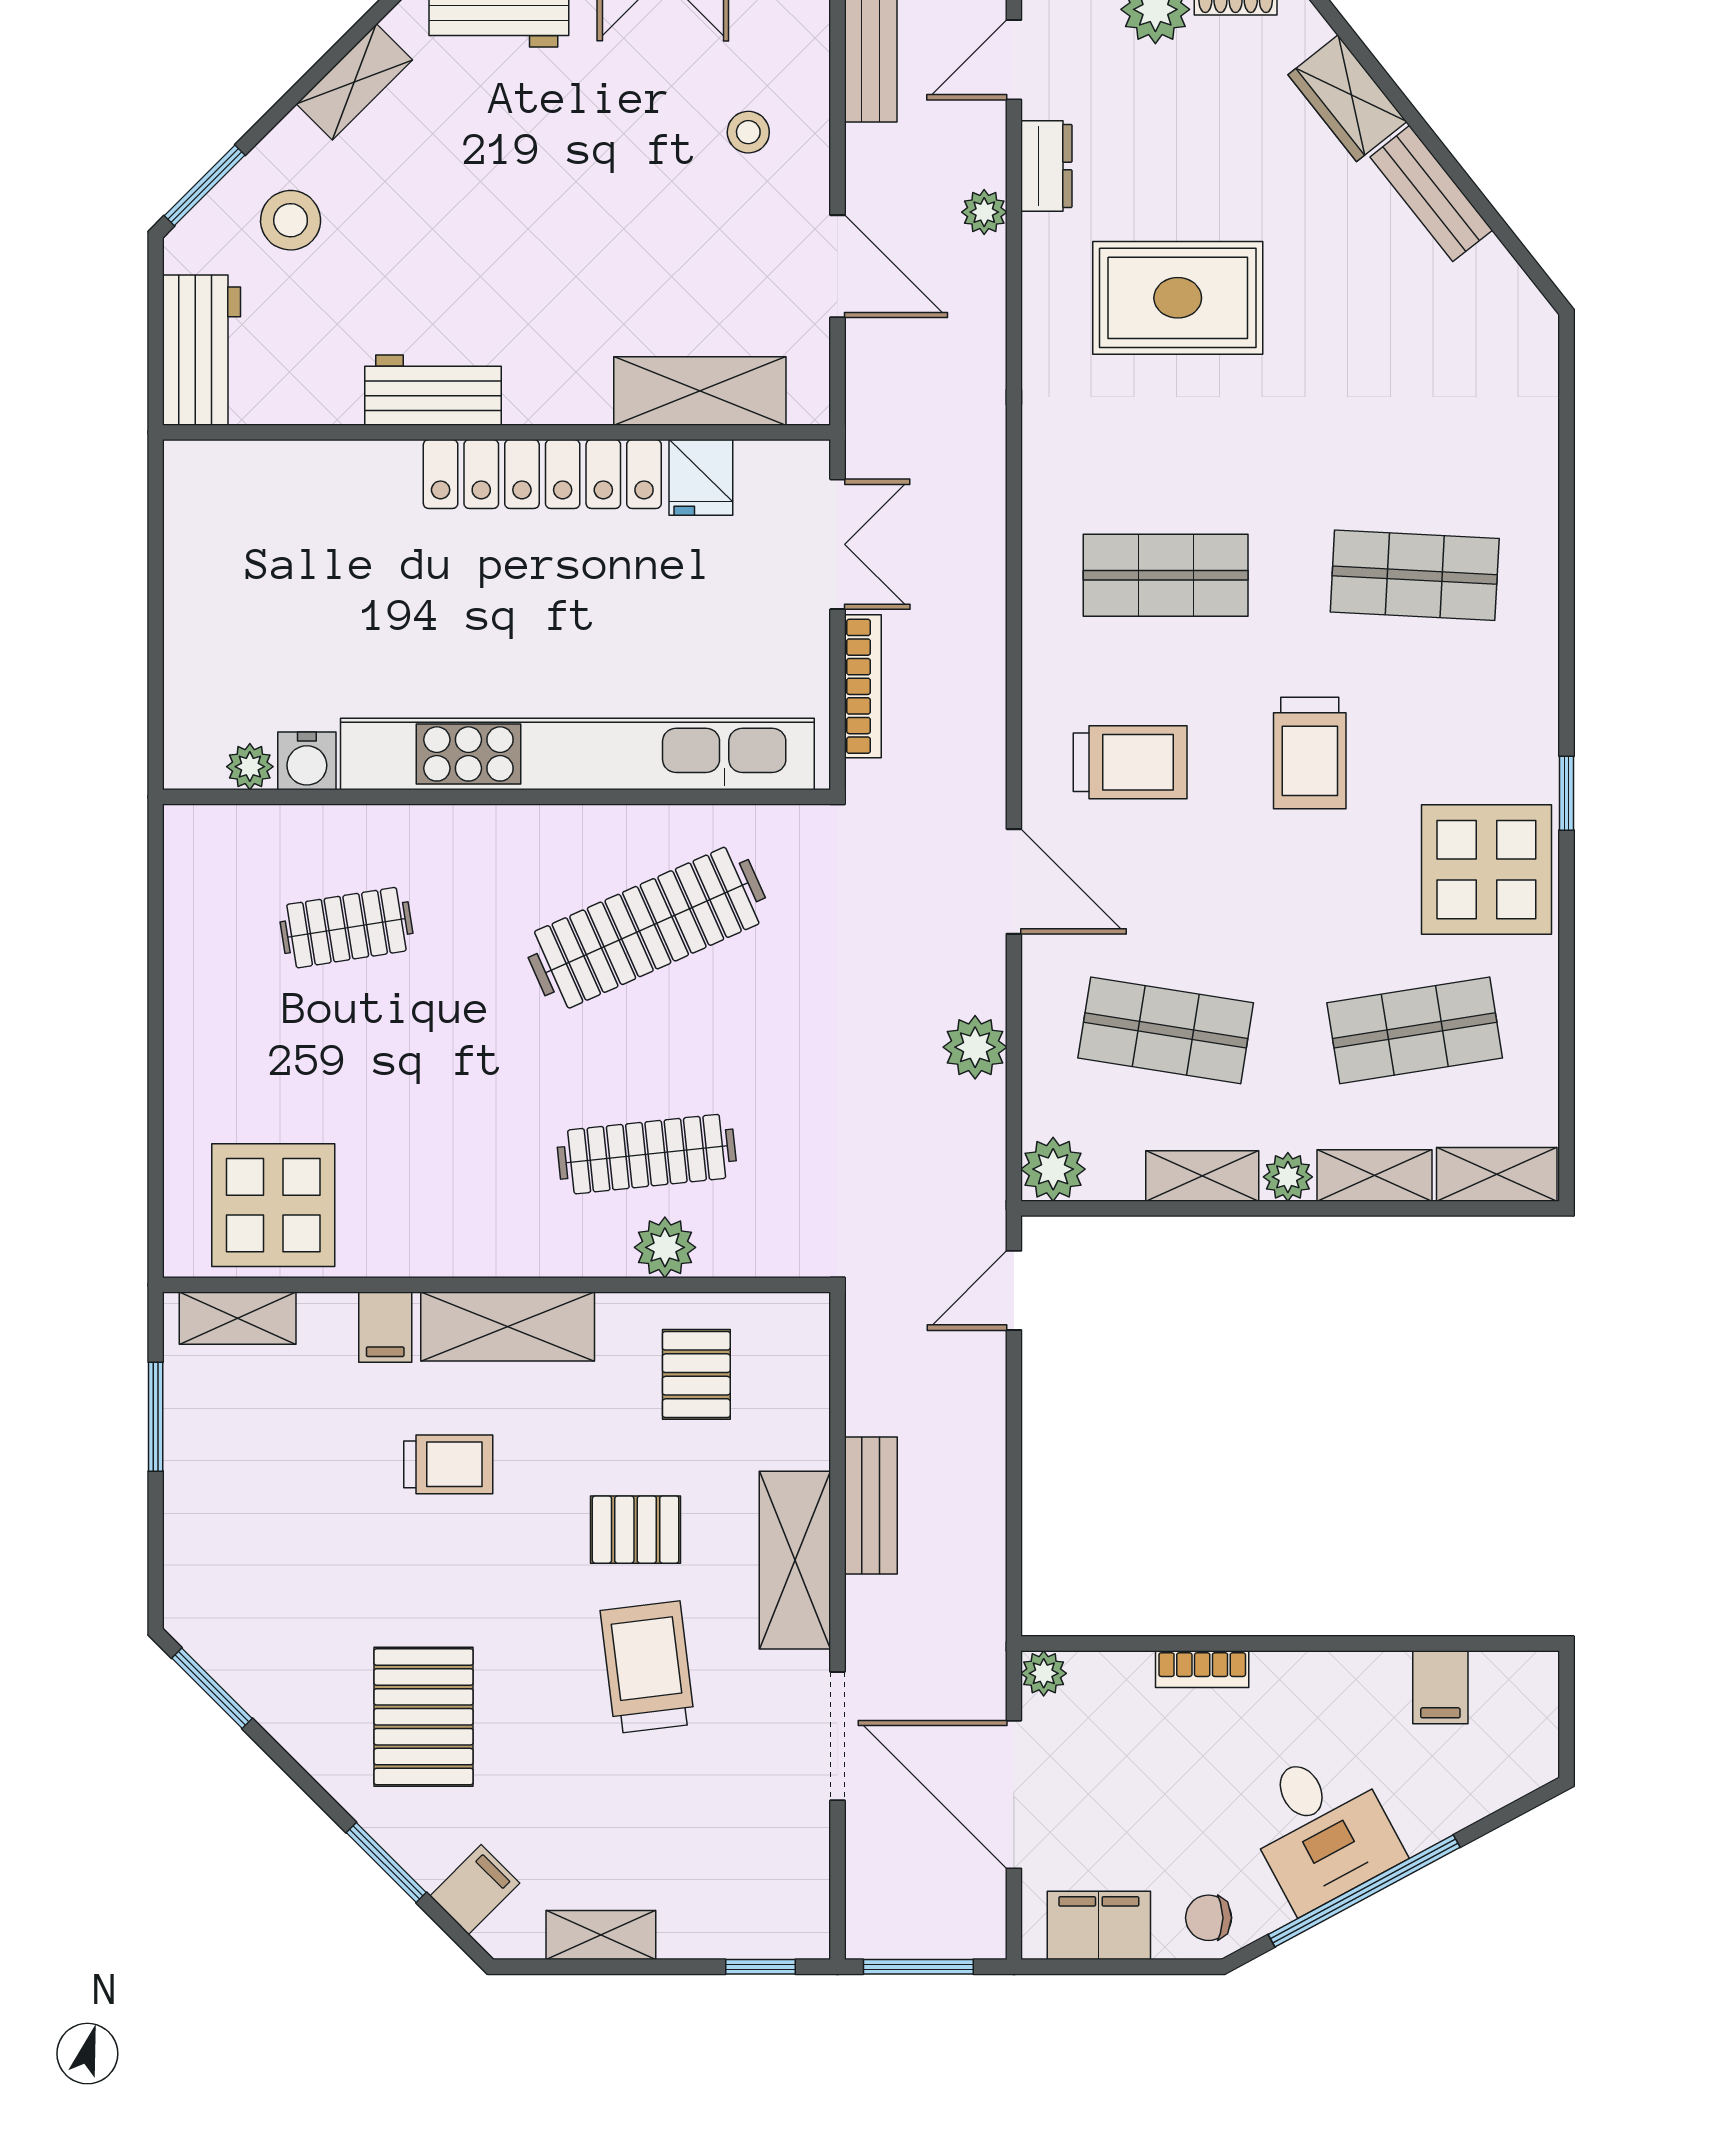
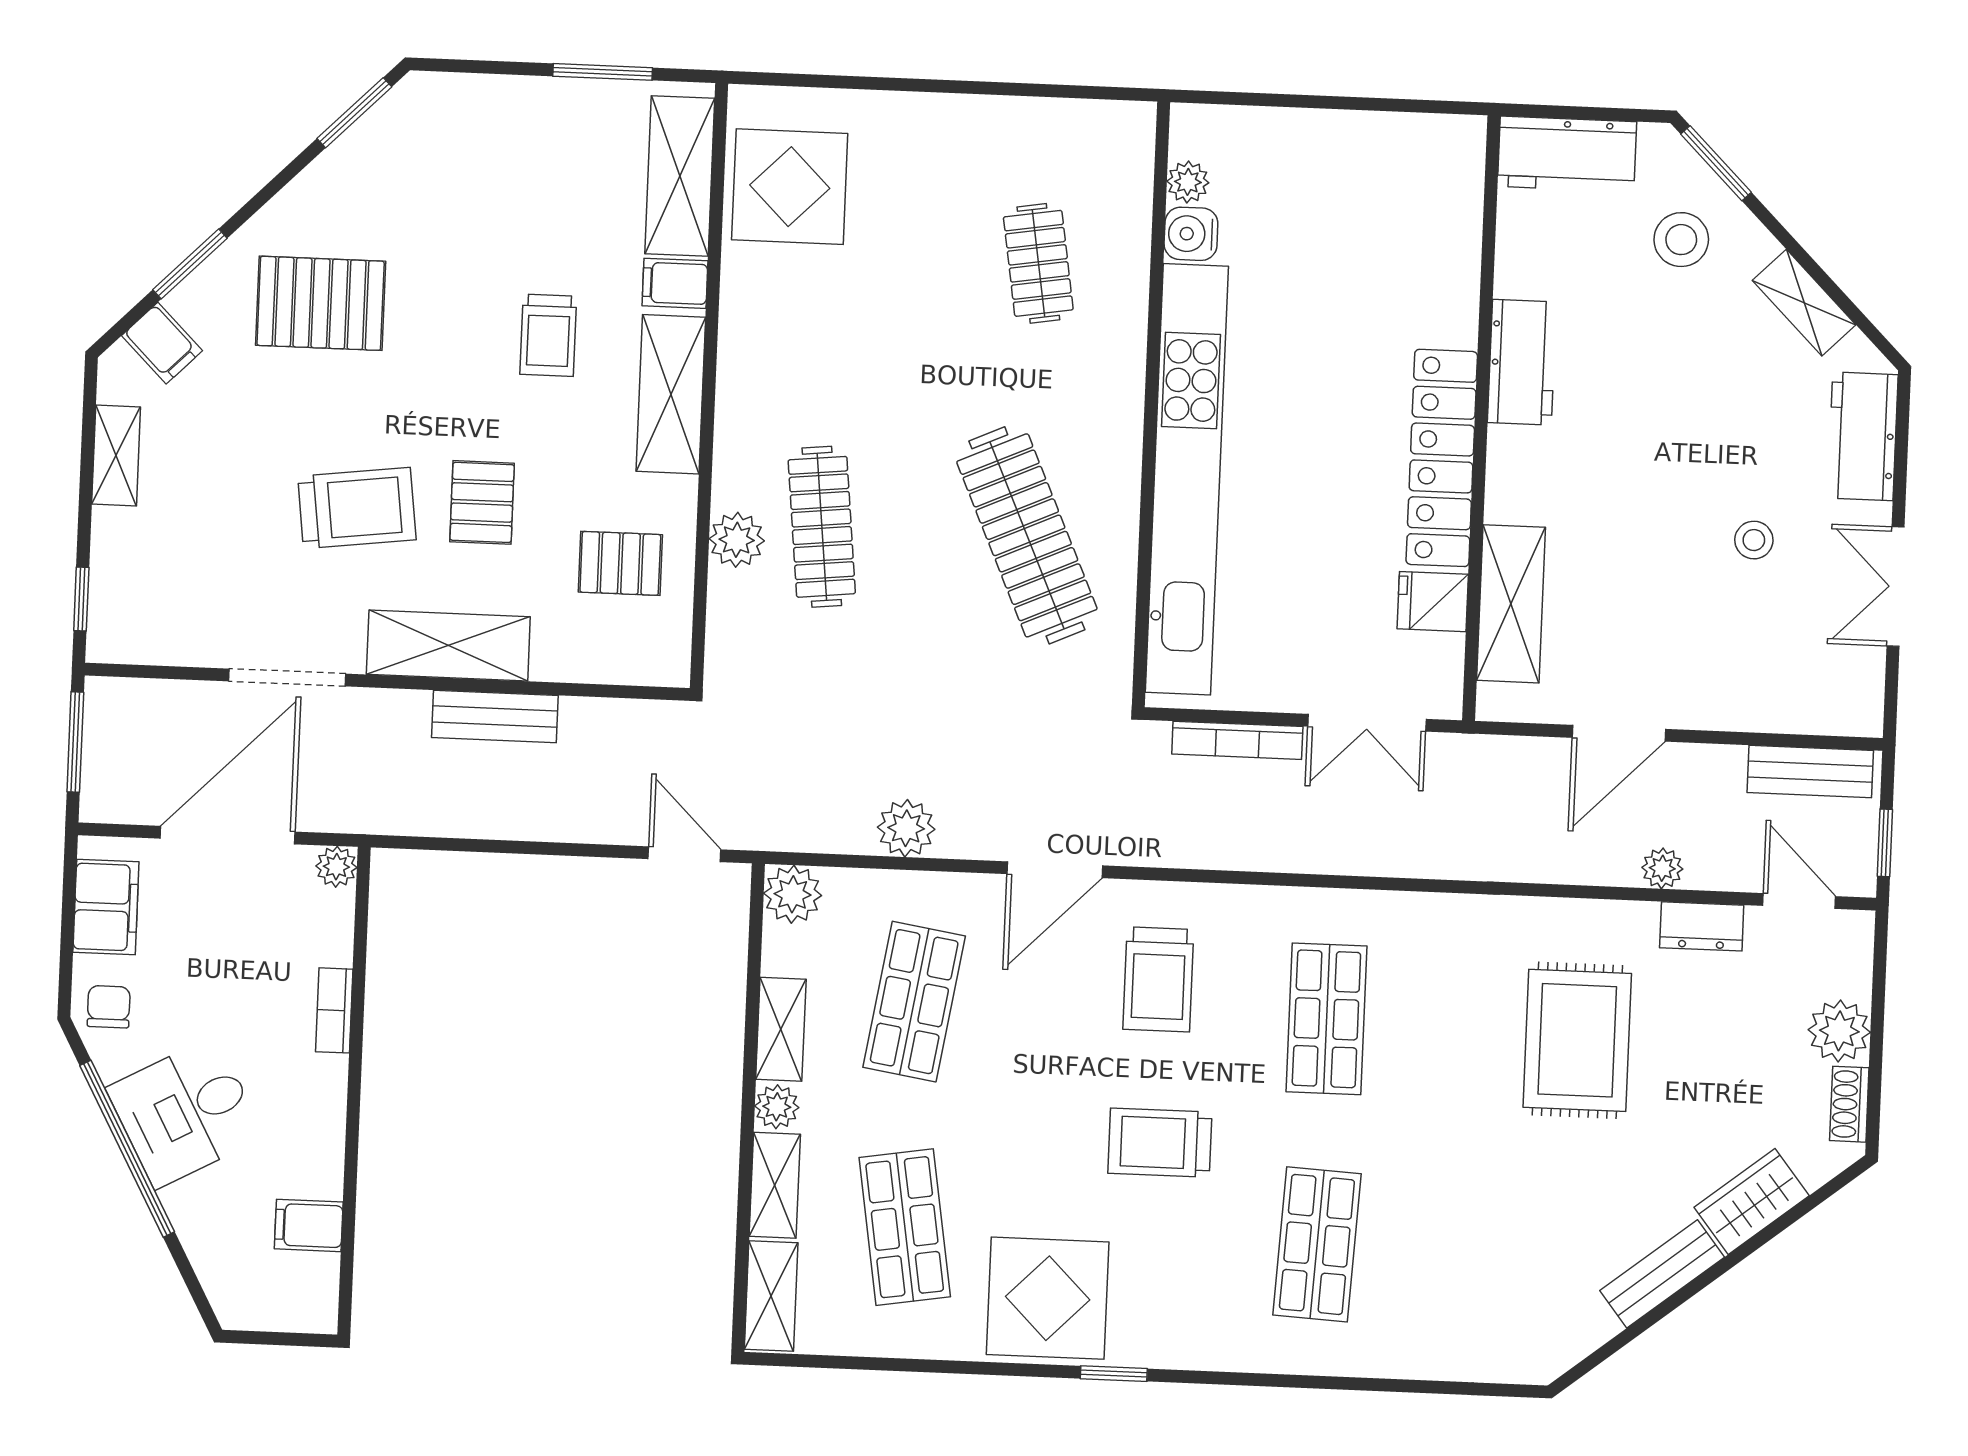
stool: (748, 132) -> (1754, 540), moved
shelving: (238, 1318) -> (680, 176), width x1.50, depth x1.33

